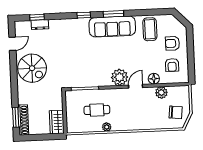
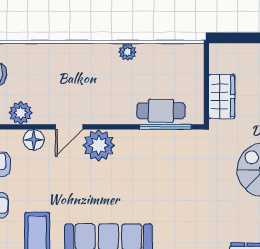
cafe table: (97, 110) -> (161, 111), moved
wardrobe: (57, 122) -> (222, 96), moved

